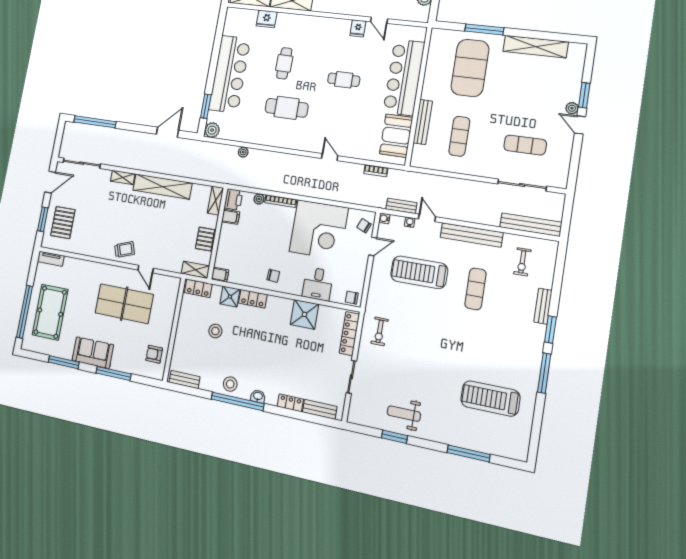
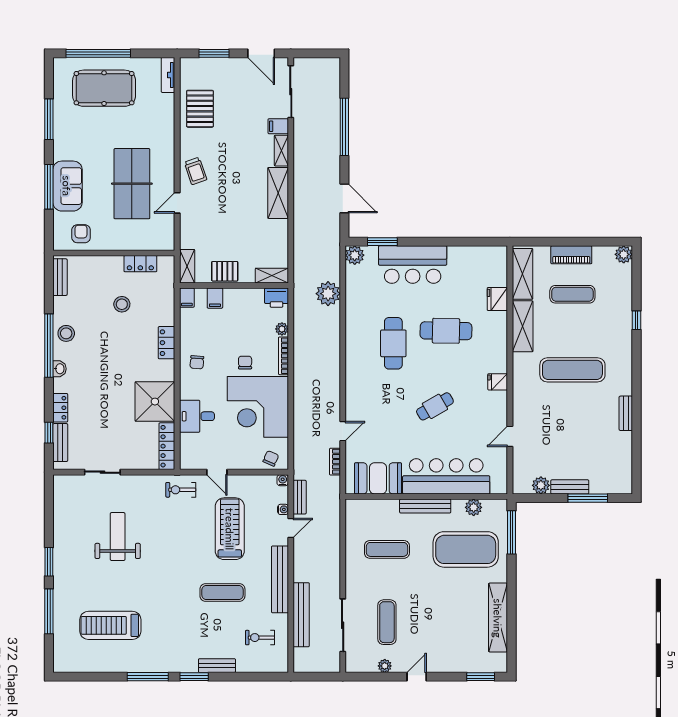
fridge: (358, 28) -> (498, 382), moved
window: (484, 29) -> (512, 532), moved
plant: (434, 57) -> (474, 507), added
cafe table: (284, 63) -> (446, 331), width x1.37, depth x1.35
bar counter: (230, 74) -> (413, 265), width x0.73
cafe table: (344, 80) -> (435, 406), turned 60
window: (584, 95) -> (481, 677), moved
plant: (572, 108) -> (385, 666), moved
window: (95, 122) -> (344, 127), moved
bench: (423, 122) -> (425, 506), moved
plant: (243, 152) -> (328, 294), width x1.88, depth x1.88
door: (330, 157) -> (343, 431), moved
filing cabinet: (105, 177) -> (278, 126), added
shelving: (162, 187) -> (278, 193), width x0.68
filing cabinet: (231, 217) -> (215, 298), moved
pallet: (63, 223) -> (200, 109), moved, turned 90
bench: (531, 225) -> (301, 615), moved
door: (373, 246) -> (217, 472), moved
locker: (198, 288) -> (140, 264), moved, turned -90
shower: (230, 297) -> (164, 315), removed
chair: (352, 298) -> (245, 363), moved
shower: (304, 314) -> (155, 402), width x1.37, depth x1.37
exercise bike: (380, 331) -> (181, 490), moved
locker: (349, 334) -> (167, 446), moved, turned -90
sofa: (93, 353) -> (67, 186), moved
treadmill: (490, 398) -> (110, 625), turned -90
weight bench: (404, 414) -> (118, 537), moved, width x1.36, depth x1.33
window: (310, 418) -> (49, 433), added
window: (394, 437) -> (49, 562), moved

